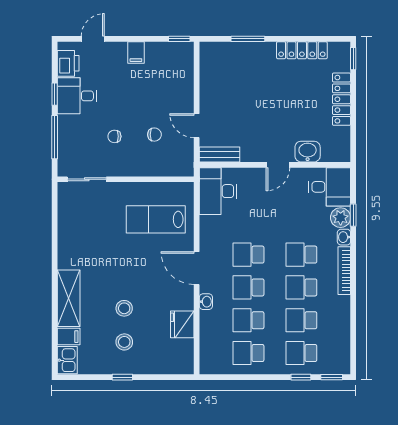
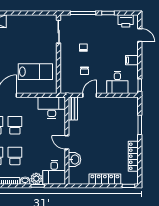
desk: (77, 96) -> (117, 82), moved, turned 180
lab bench: (156, 219) -> (35, 72), turned 90

